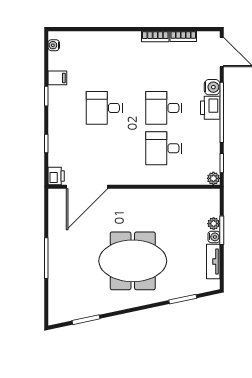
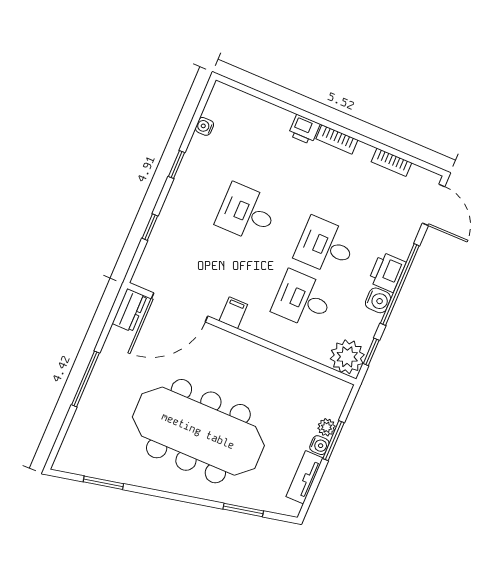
bookcase: (155, 36) -> (337, 139), moved
water cooler: (54, 45) -> (204, 126), moved
filing cabinet: (57, 78) -> (233, 313), moved, turned -90
water cooler: (212, 87) -> (378, 300), moved
printer: (56, 176) -> (304, 130), moved, turned 90
plant: (213, 178) -> (347, 357), width x1.88, depth x1.88
dresser: (56, 202) -> (130, 310), added
meeting table: (133, 261) -> (198, 431), width x1.36

